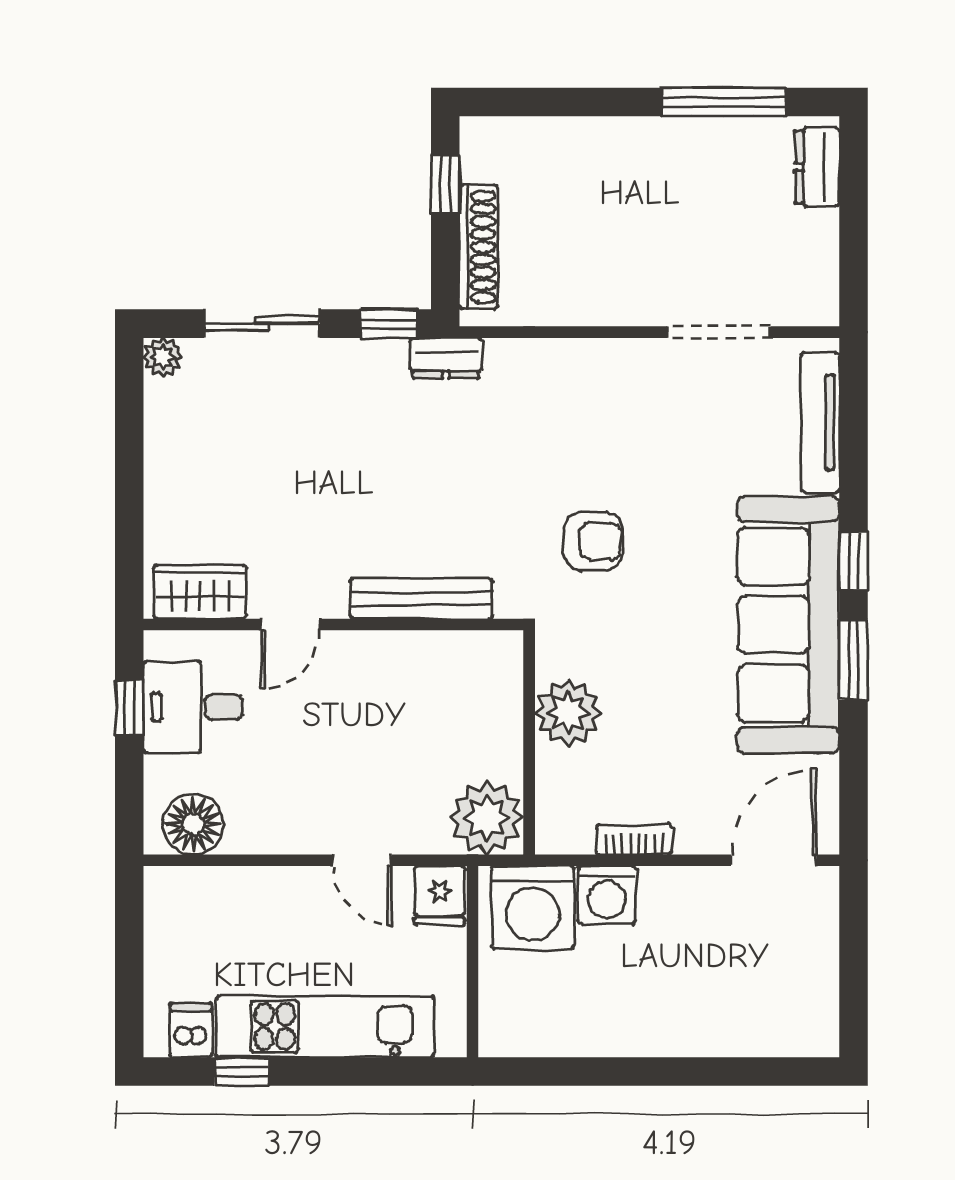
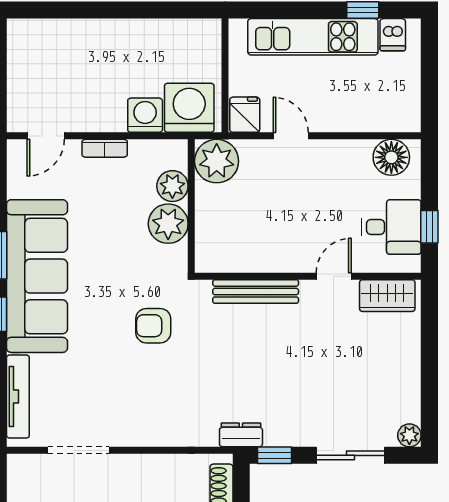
plant: (561, 776) -> (172, 186), added
bookcase: (634, 839) -> (105, 148), moved
door: (774, 860) -> (46, 136), width x0.73

